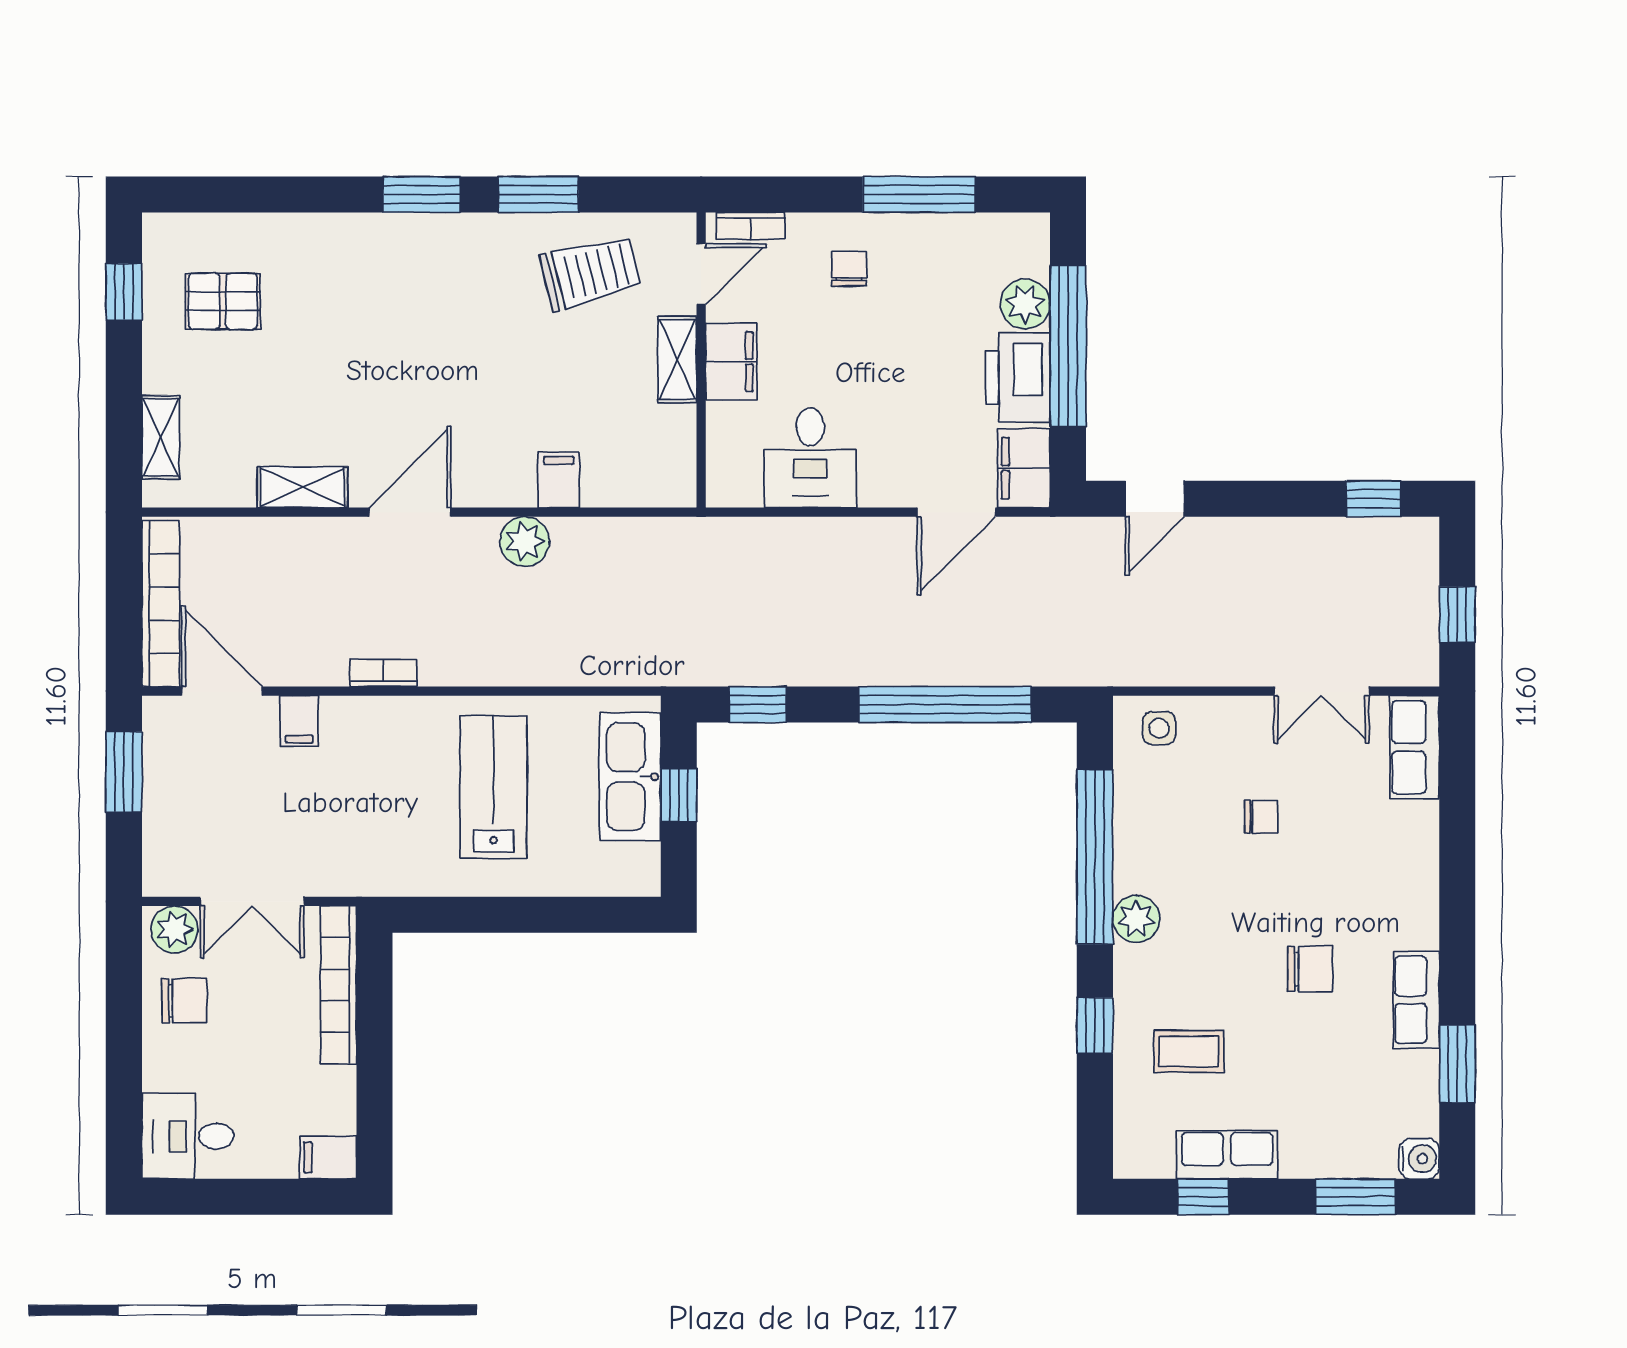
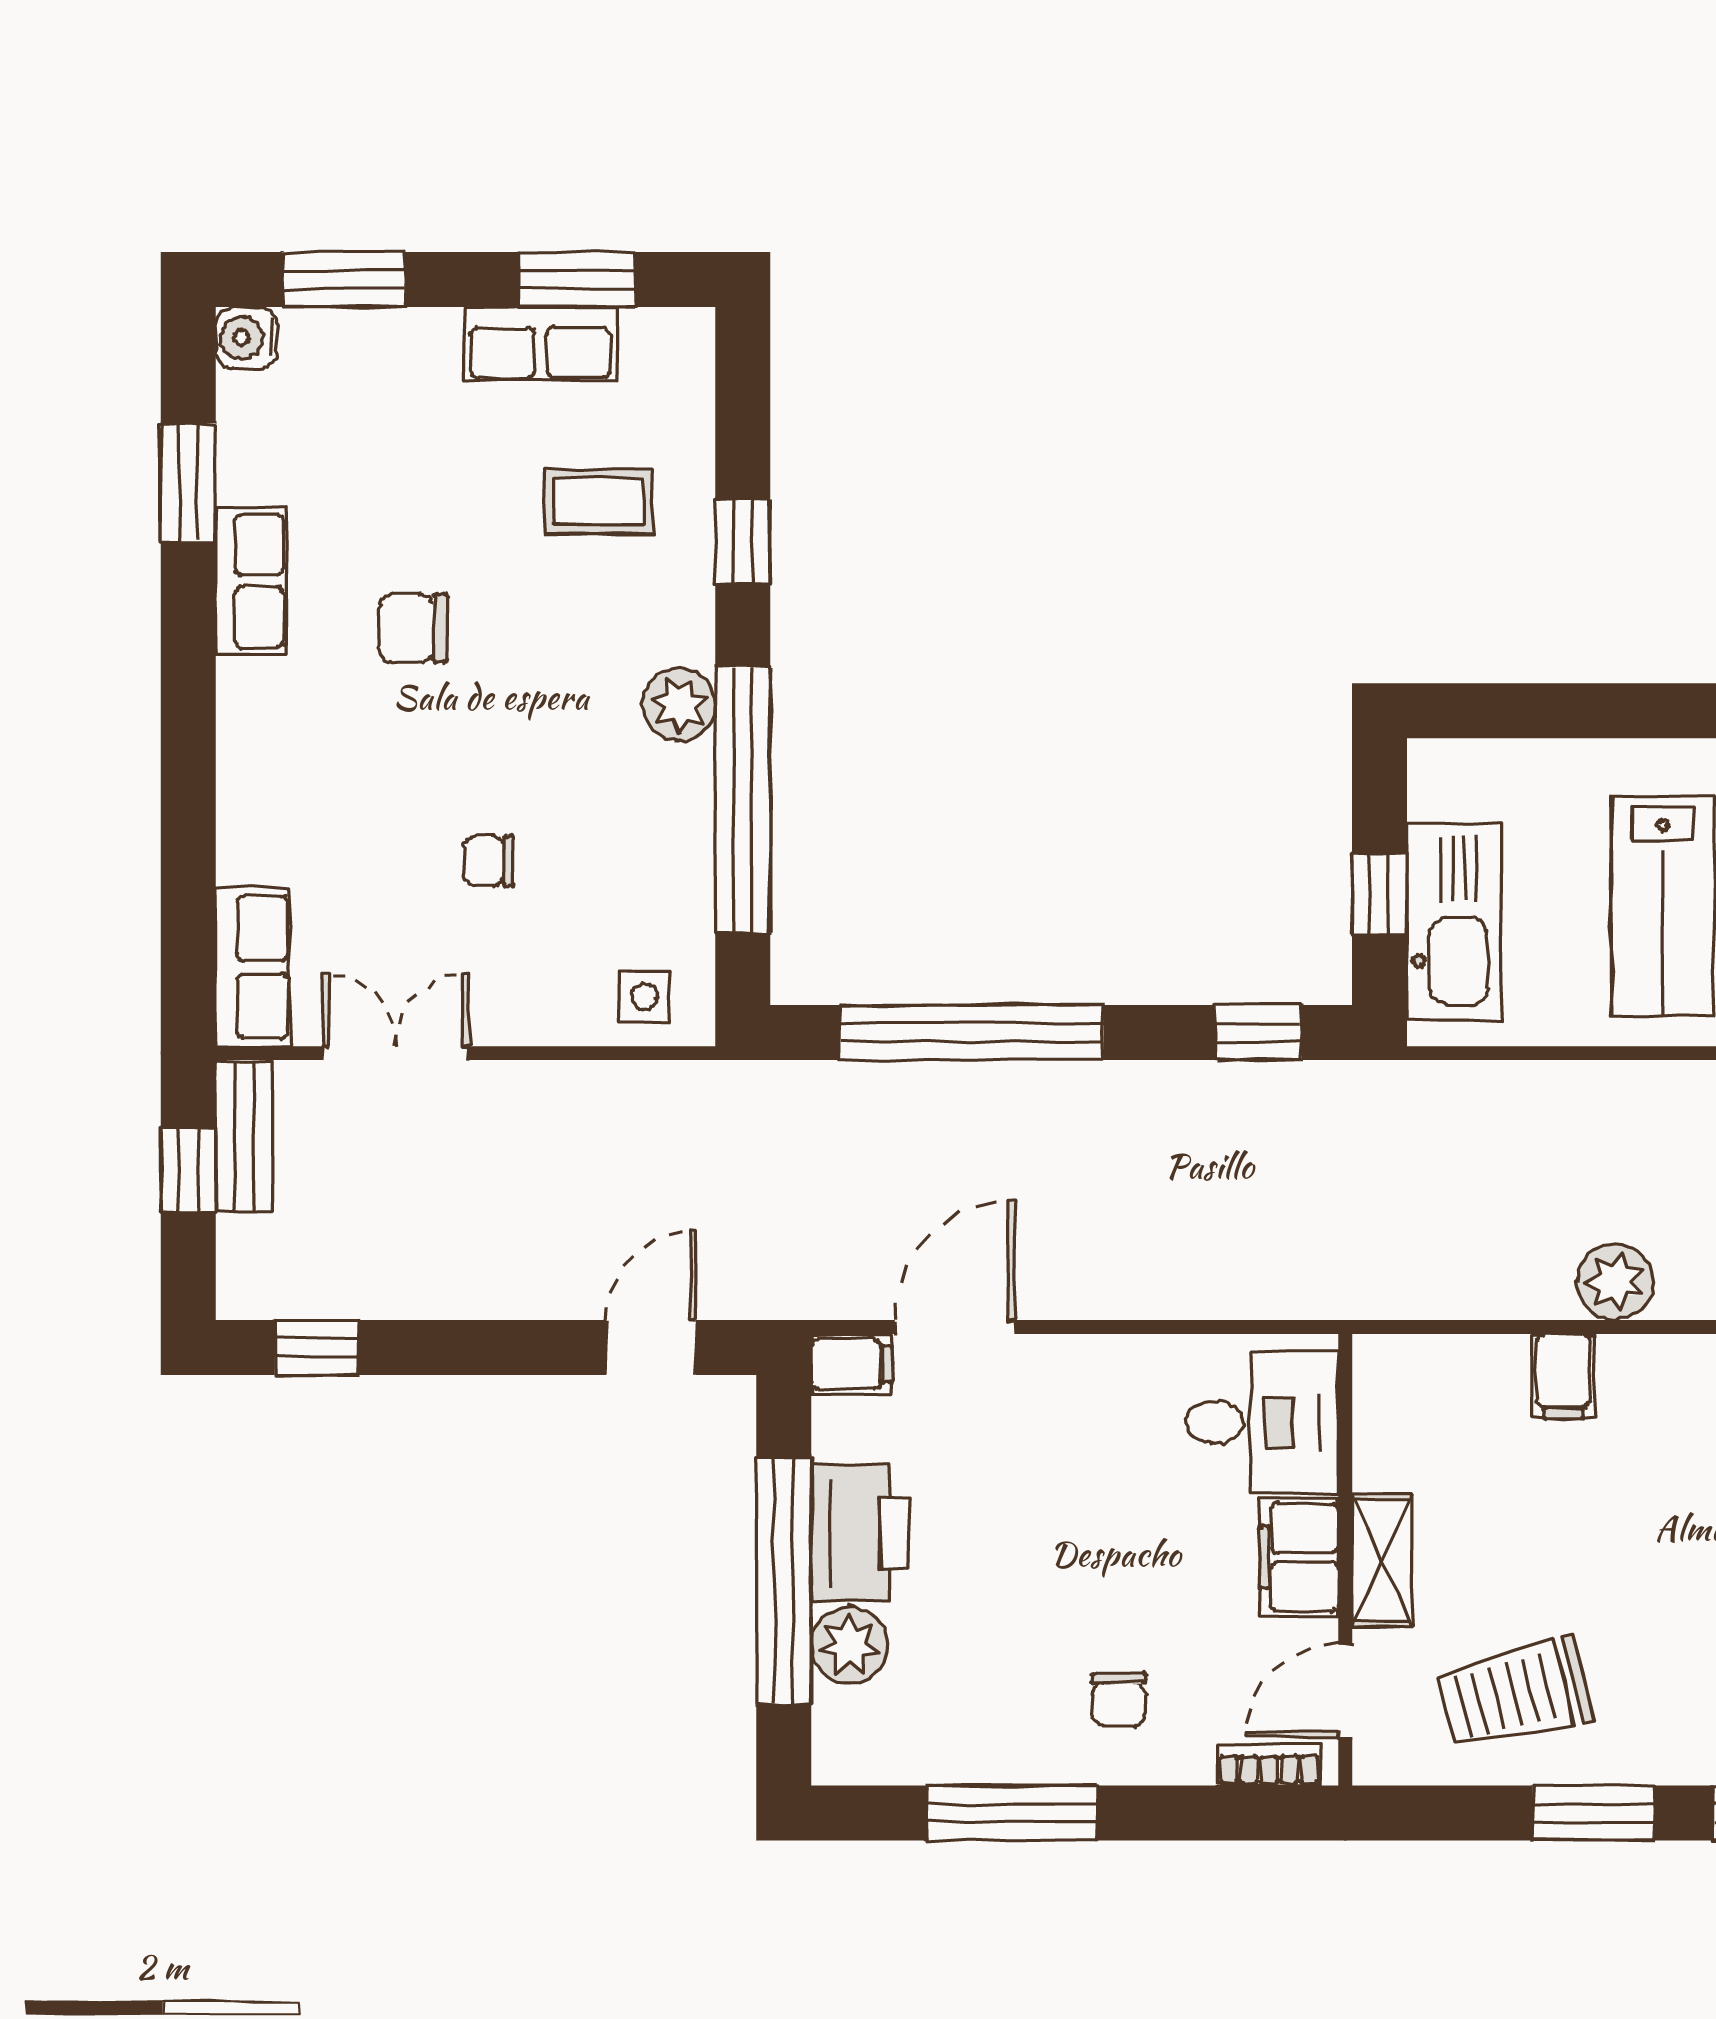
desk: (810, 458) -> (1262, 1422), moved, turned 90
filing cabinet: (1024, 468) -> (851, 1364), width x0.50
bench: (1421, 636) -> (244, 1137), added
window: (1203, 1197) -> (577, 279), width x1.50

